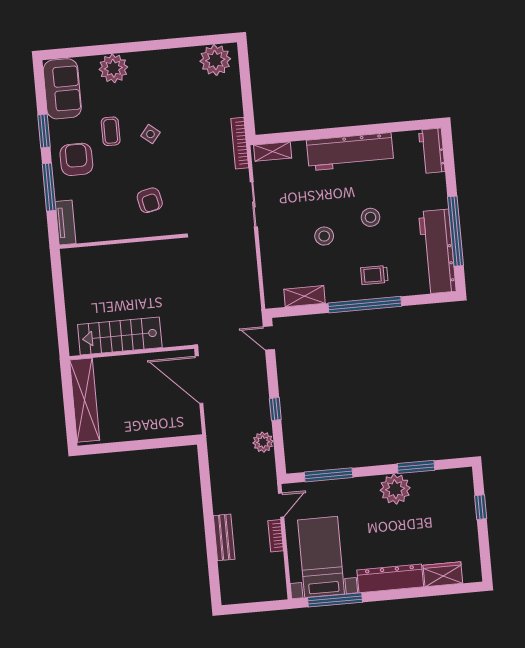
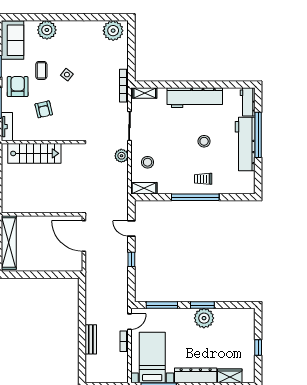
armchair: (150, 200) -> (44, 109), moved
window: (456, 231) -> (258, 135), moved
stool: (324, 236) -> (148, 162), moved
workbench: (437, 251) -> (245, 144), moved
shelving: (305, 296) -> (144, 188), moved
stairs: (120, 336) -> (34, 153), moved, turned 180
door: (269, 338) -> (131, 228), moved
plant: (263, 442) -> (121, 156), moved
window: (416, 467) -> (202, 305), moved
window: (481, 507) -> (258, 347), moved

